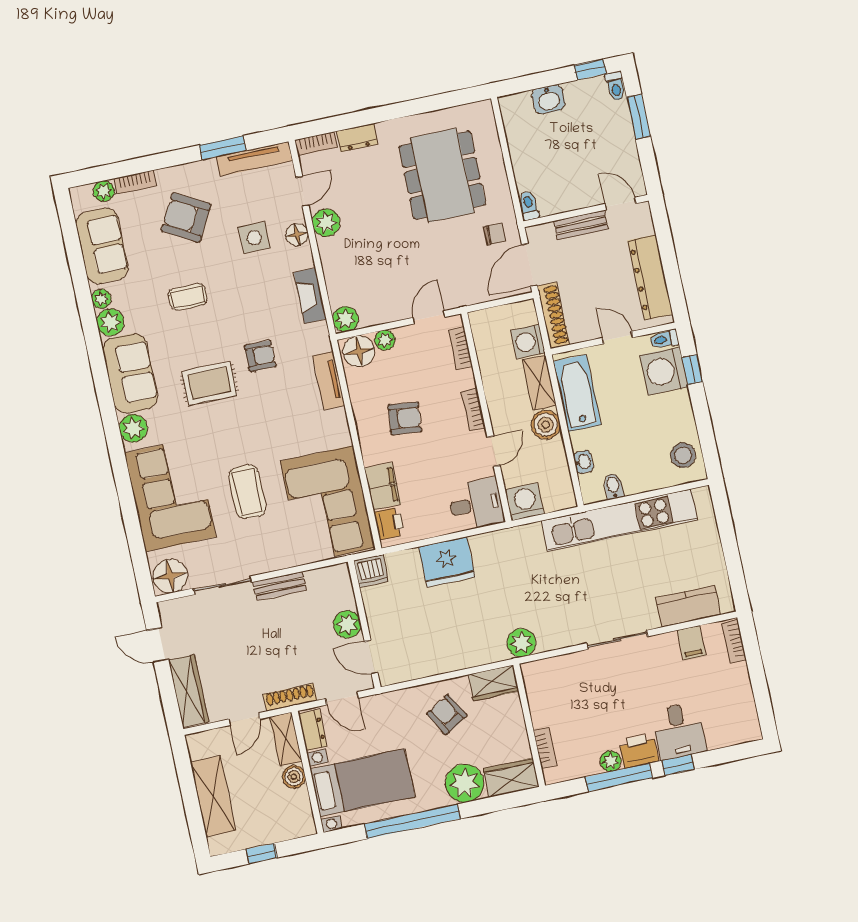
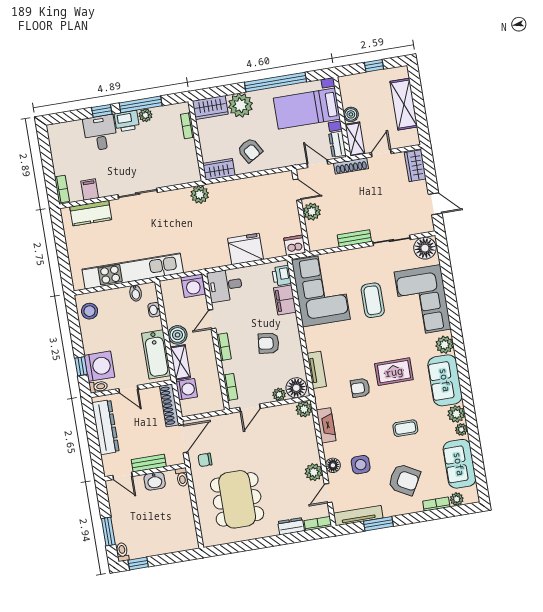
washbasin: (548, 99) -> (155, 481), moved, turned 180
wardrobe: (189, 691) -> (415, 166), width x0.67

